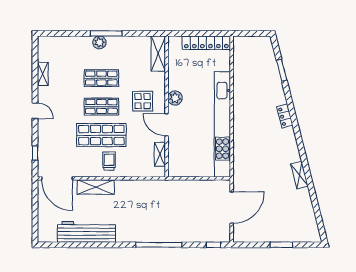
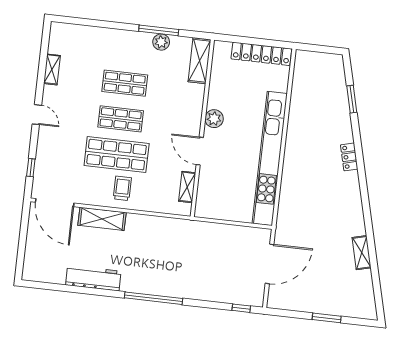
window: (106, 33) -> (159, 30), moved
plant: (99, 42) -> (161, 42), moved
display table: (143, 101) -> (173, 118), removed
shelving: (299, 175) -> (362, 253), moved
workbench: (86, 232) -> (93, 278), width x0.73, depth x0.76
window: (159, 245) -> (154, 298), moved

